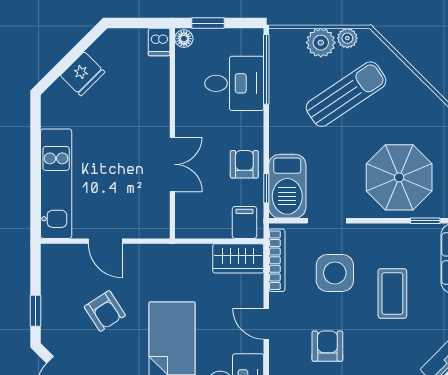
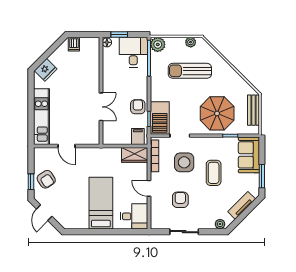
dishwasher: (159, 42) -> (74, 44), moved
plant: (321, 43) -> (158, 44), moved
fridge: (83, 74) -> (46, 70), moved
desk: (234, 83) -> (133, 52), moved, turned -90
sun lounger: (346, 94) -> (190, 71), turned -146
armchair: (105, 311) -> (46, 179), moved

